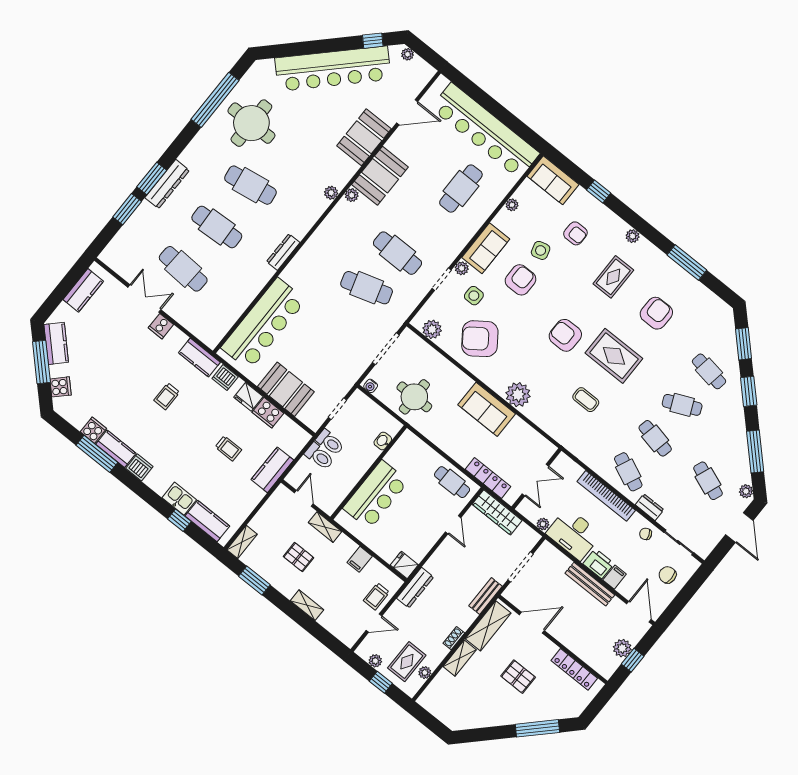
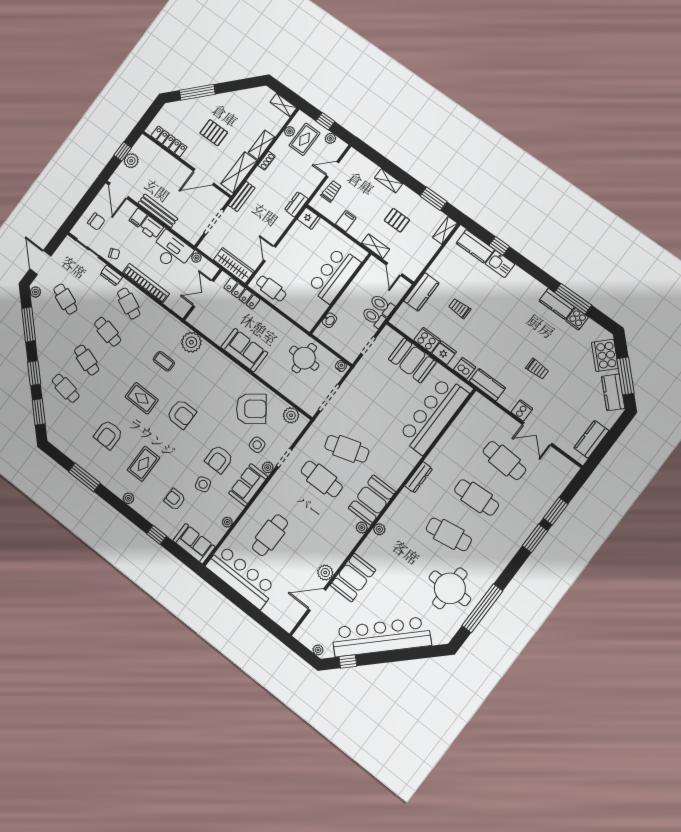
bar counter: (485, 131) -> (241, 577), width x0.73
plant: (396, 144) -> (325, 573), added
booth: (380, 176) -> (372, 500), moved
dresser: (167, 184) -> (521, 534), removed
rug: (614, 356) -> (142, 398), width x0.73, depth x0.70
cooker: (61, 387) -> (605, 355), width x1.87, depth x1.31
plant: (518, 395) -> (191, 342), moved
trolley: (167, 396) -> (537, 369), moved, turned 90
cafe table: (682, 405) -> (87, 360), turned 42
dishwasher: (139, 467) -> (536, 289), removed
dresser: (415, 588) -> (296, 204), width x0.70
shelving: (431, 705) -> (283, 105), added

